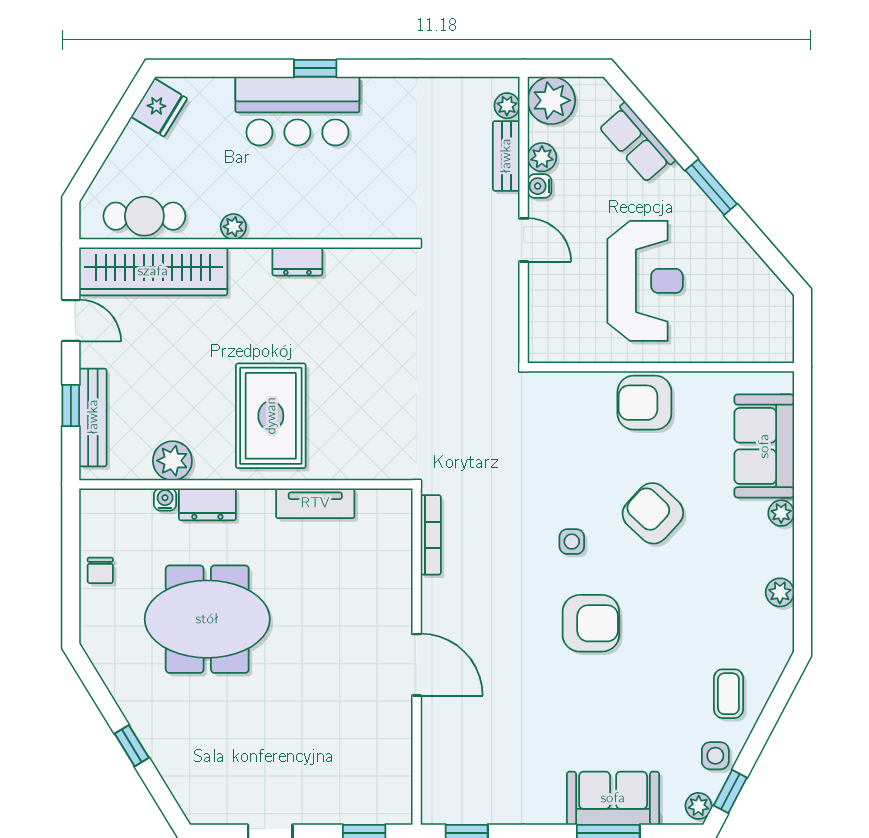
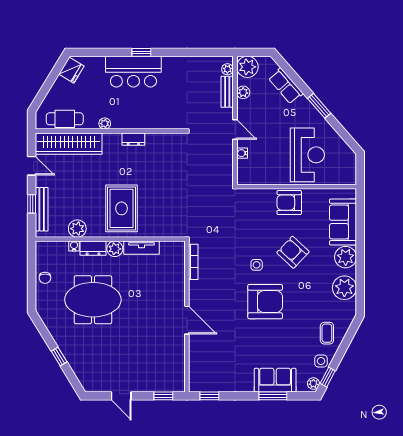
water cooler: (540, 186) -> (242, 153), moved
reception desk: (645, 281) -> (307, 155), moved
plant: (256, 506) -> (115, 249), added
plant: (781, 513) -> (346, 257), width x1.87, depth x1.87
plant: (780, 592) -> (344, 288), width x1.87, depth x1.87
armchair: (591, 623) -> (265, 302), width x1.36, depth x1.36

